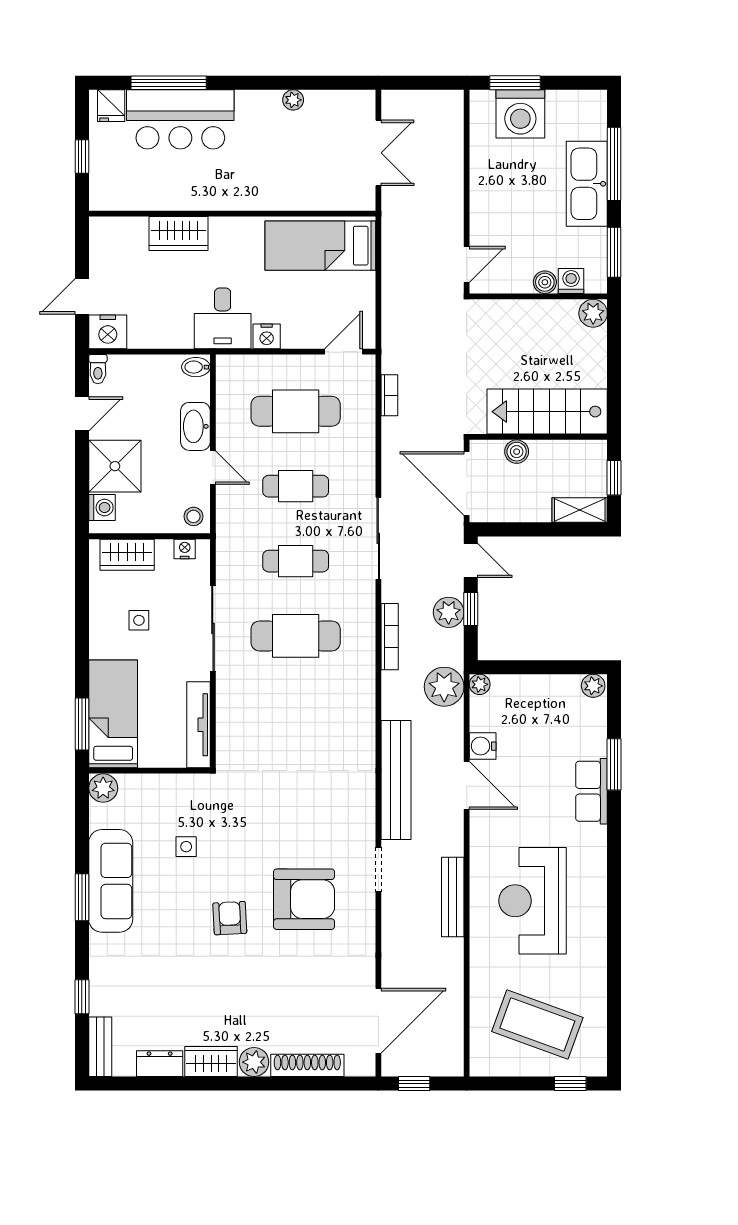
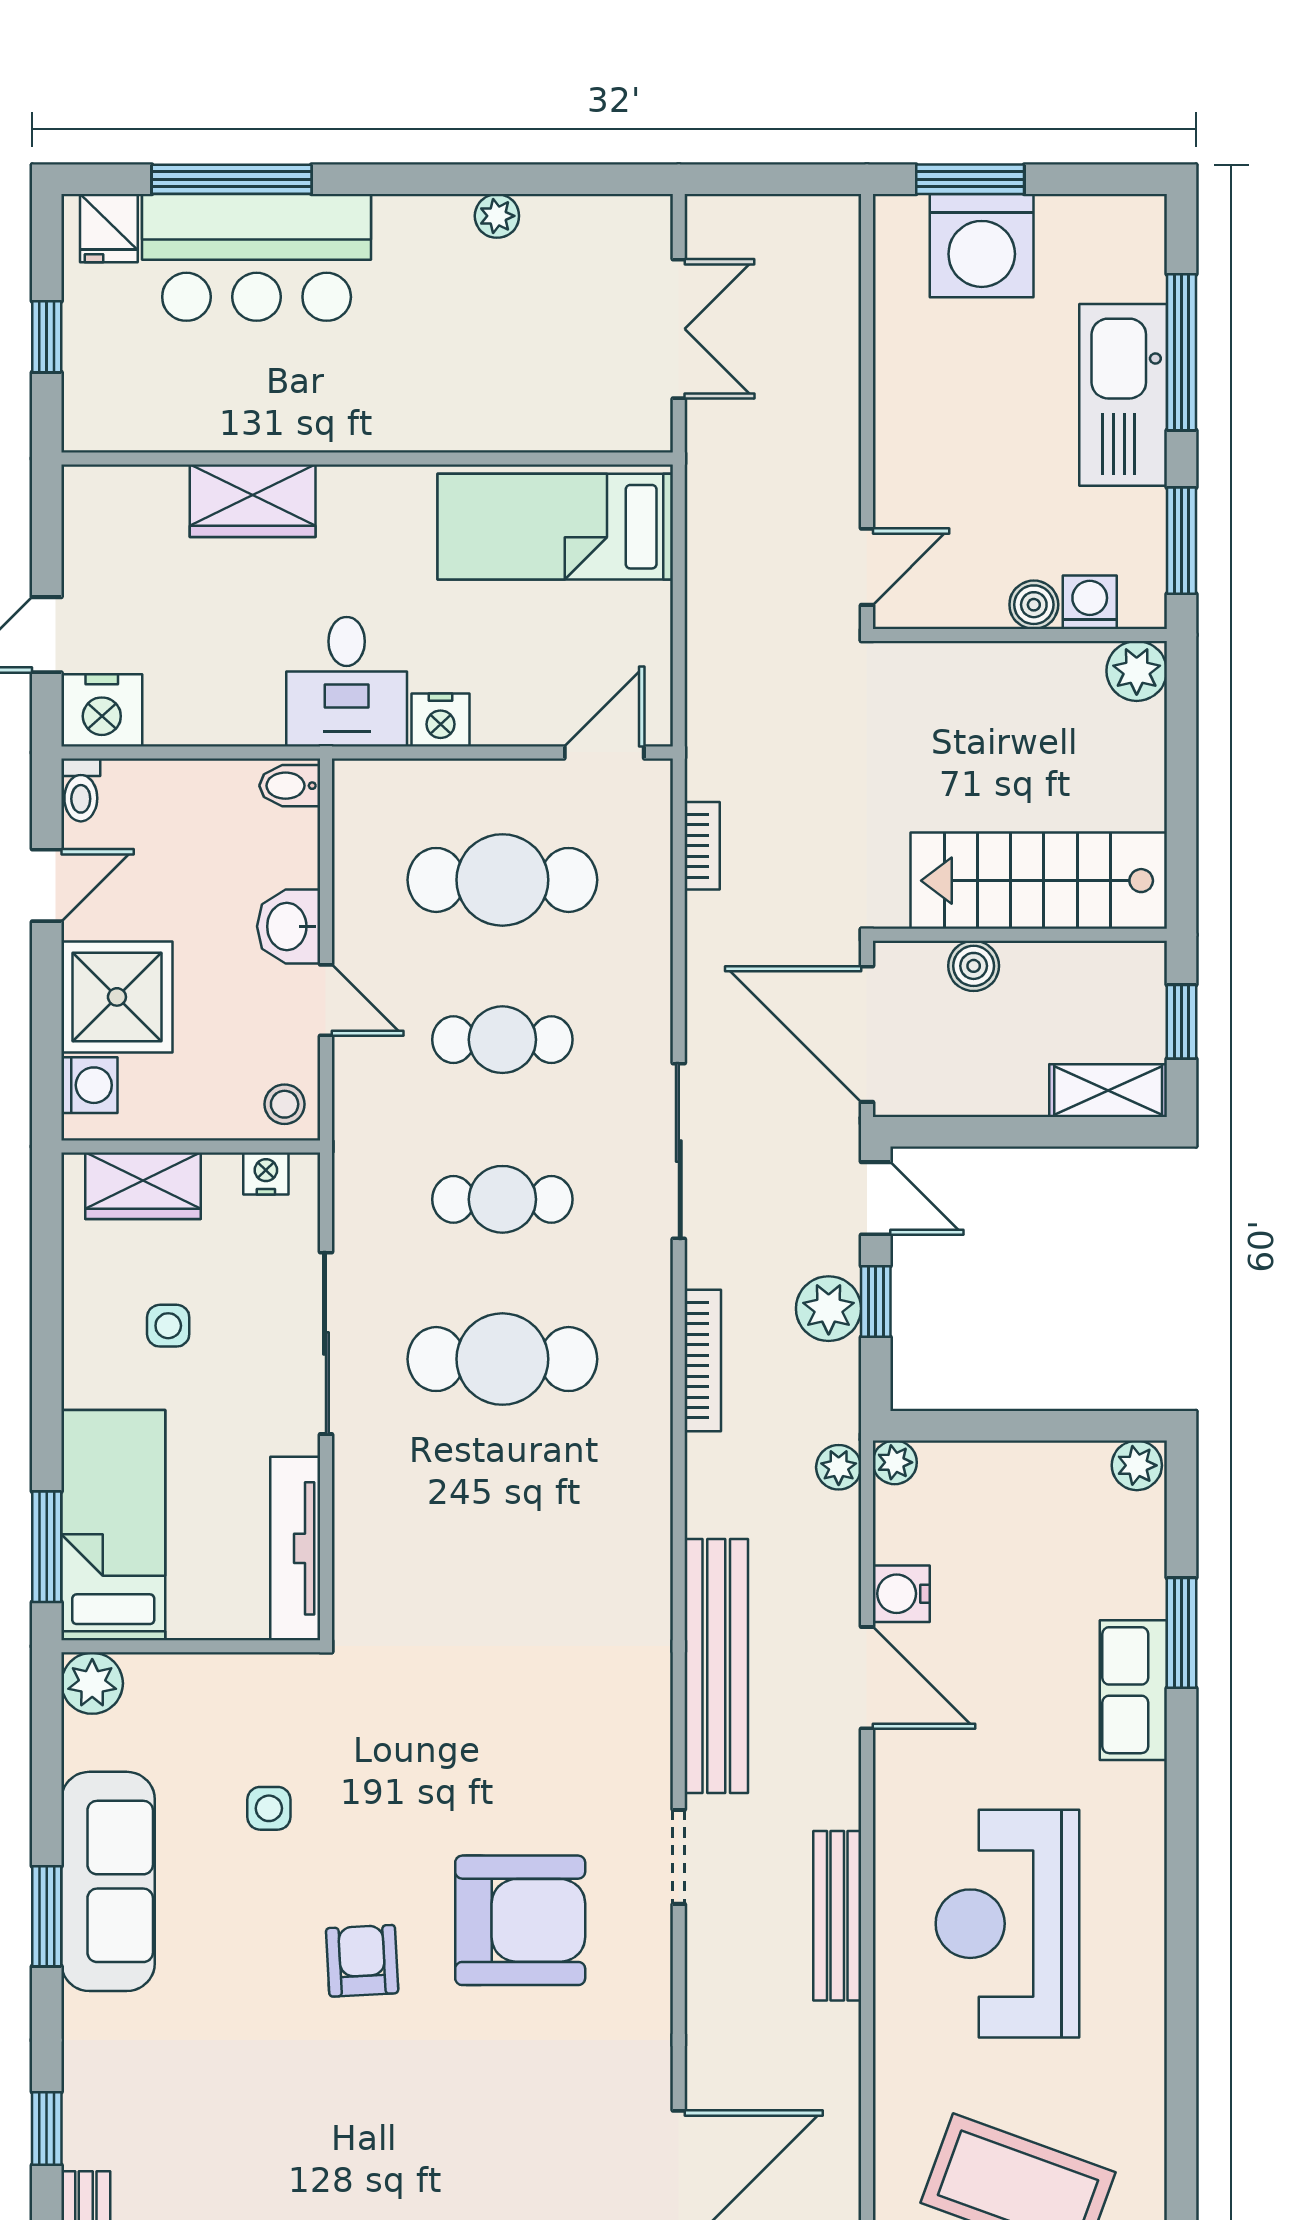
washbasin: (195, 426) -> (289, 926), width x0.72
plant: (444, 687) -> (839, 1467), width x0.53, depth x0.53

